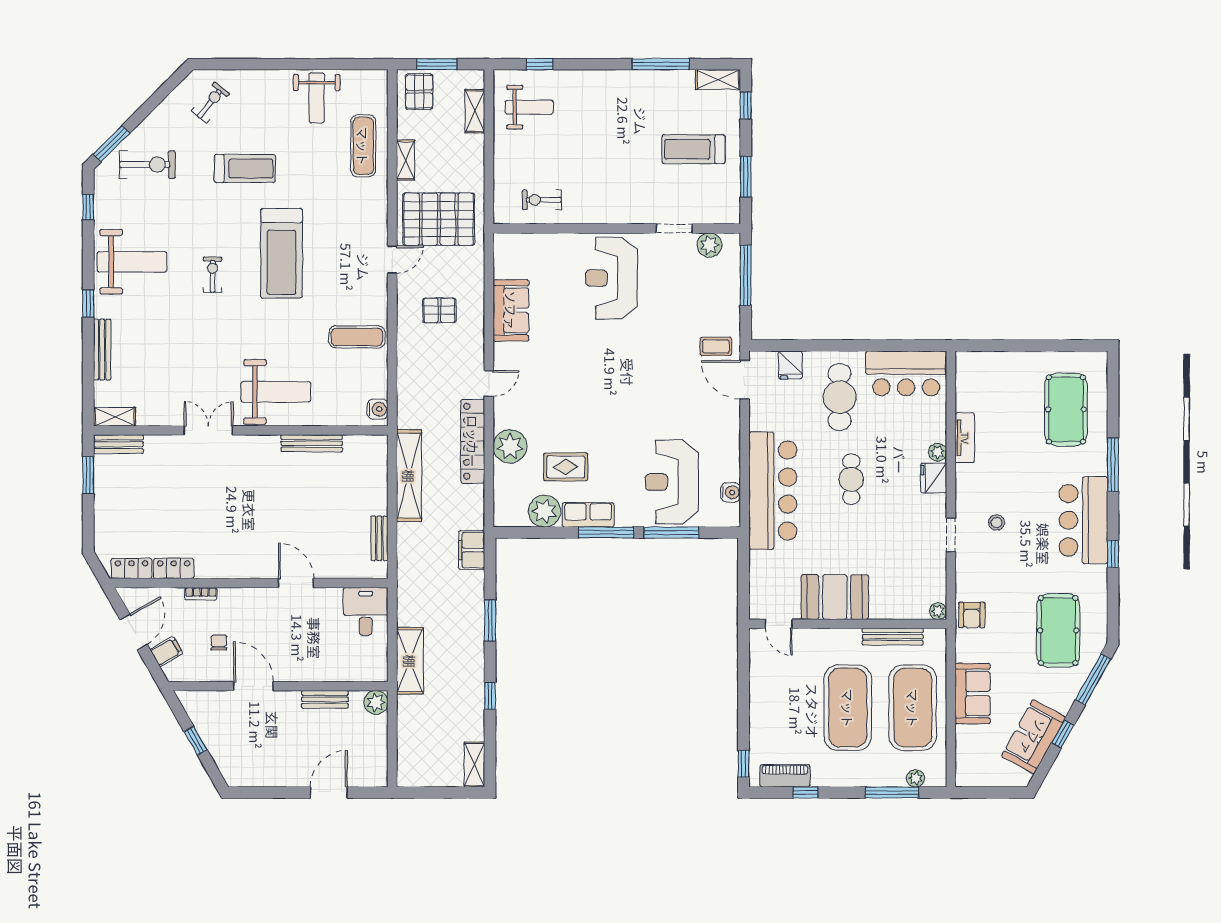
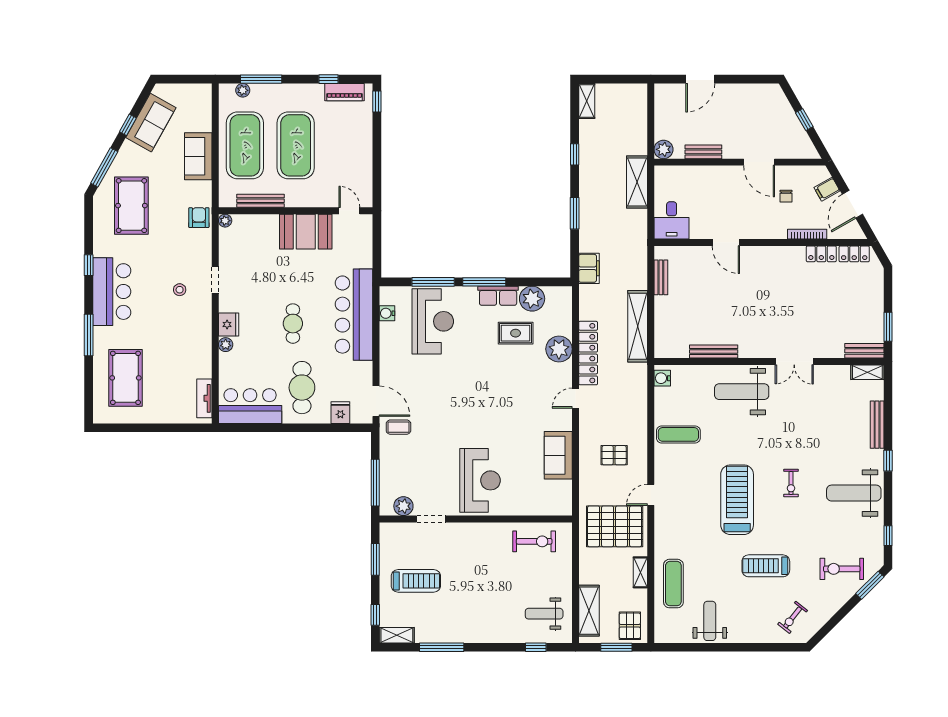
shelving: (475, 111) -> (589, 611), width x1.50, depth x1.33
exercise bike: (542, 200) -> (534, 541), width x1.38, depth x1.39
tv unit: (965, 438) -> (204, 398), moved
bookcase: (201, 594) -> (807, 234), width x1.56

